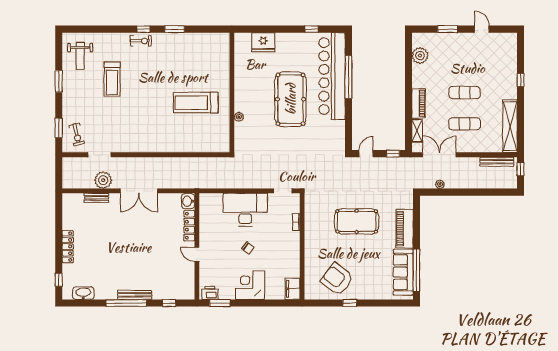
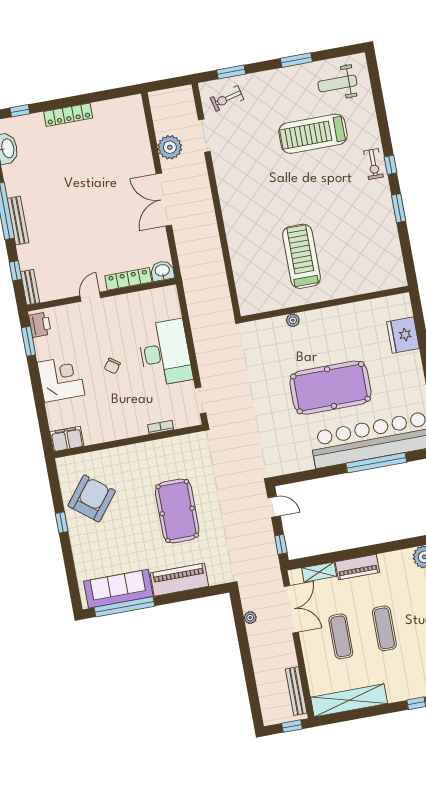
treadmill: (112, 79) -> (313, 134), width x1.37, depth x1.38
bench: (96, 198) -> (30, 287), moved

